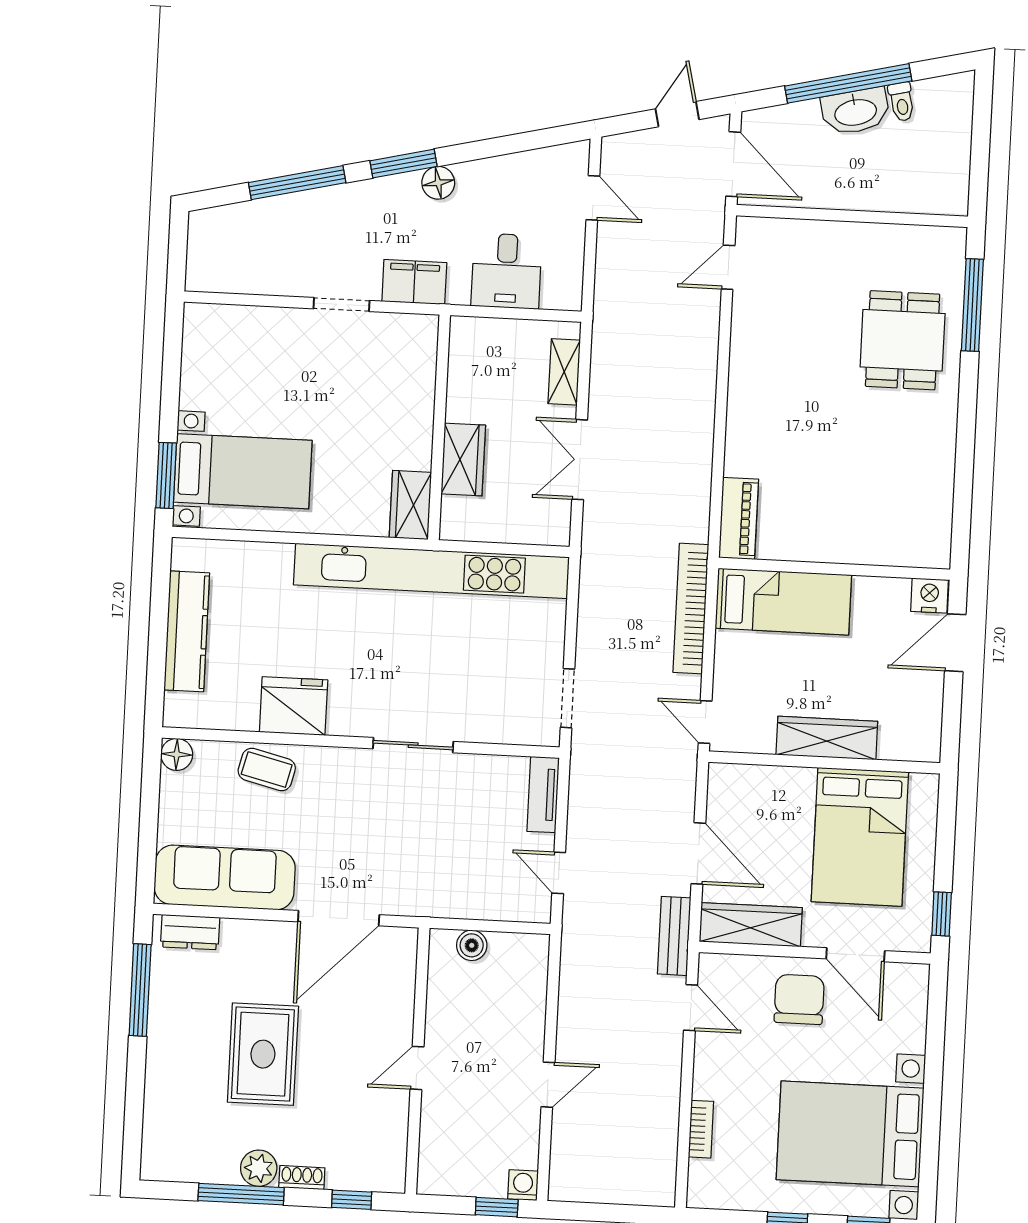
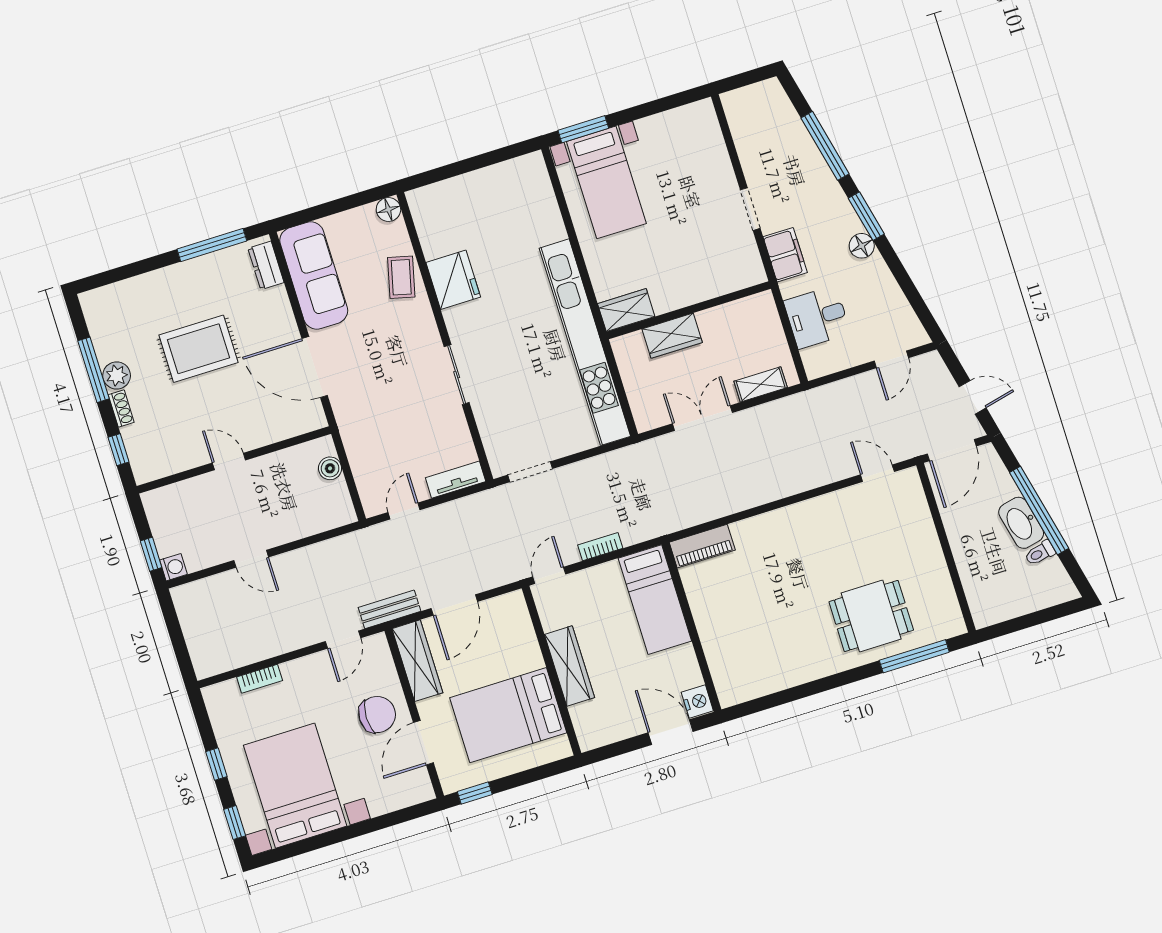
bookcase: (691, 609) -> (600, 547), width x0.43, depth x0.76
kitchen counter: (187, 631) -> (478, 185), removed

